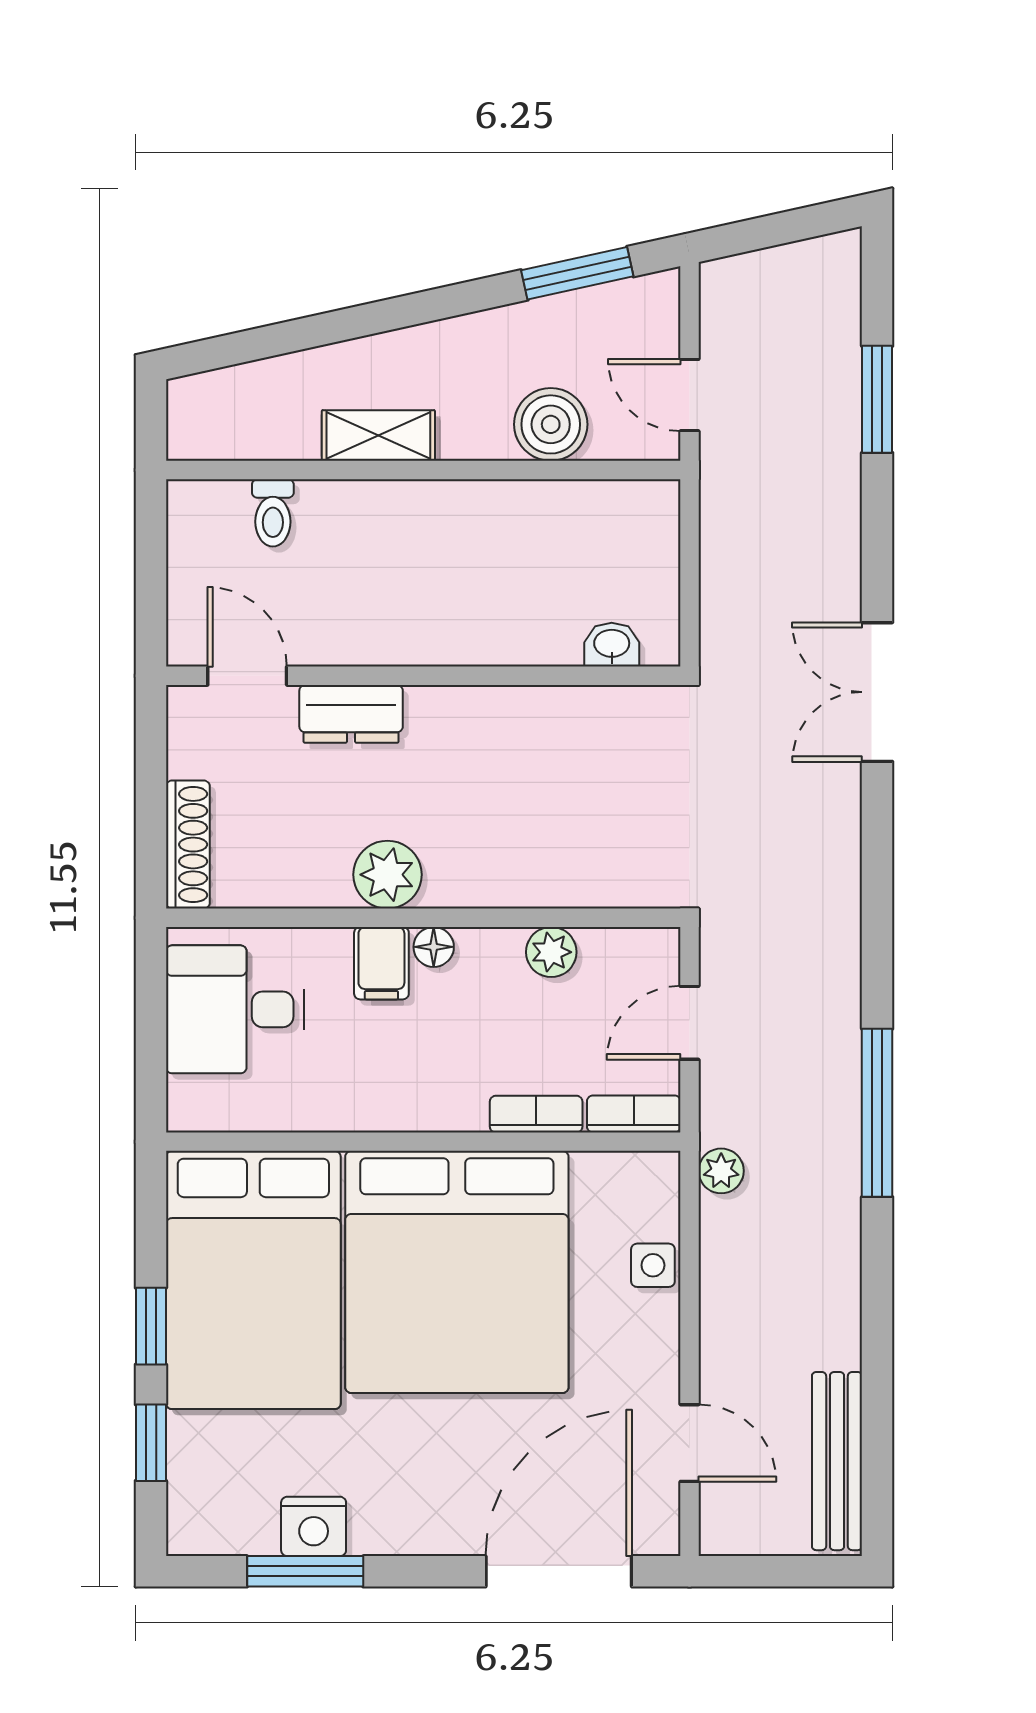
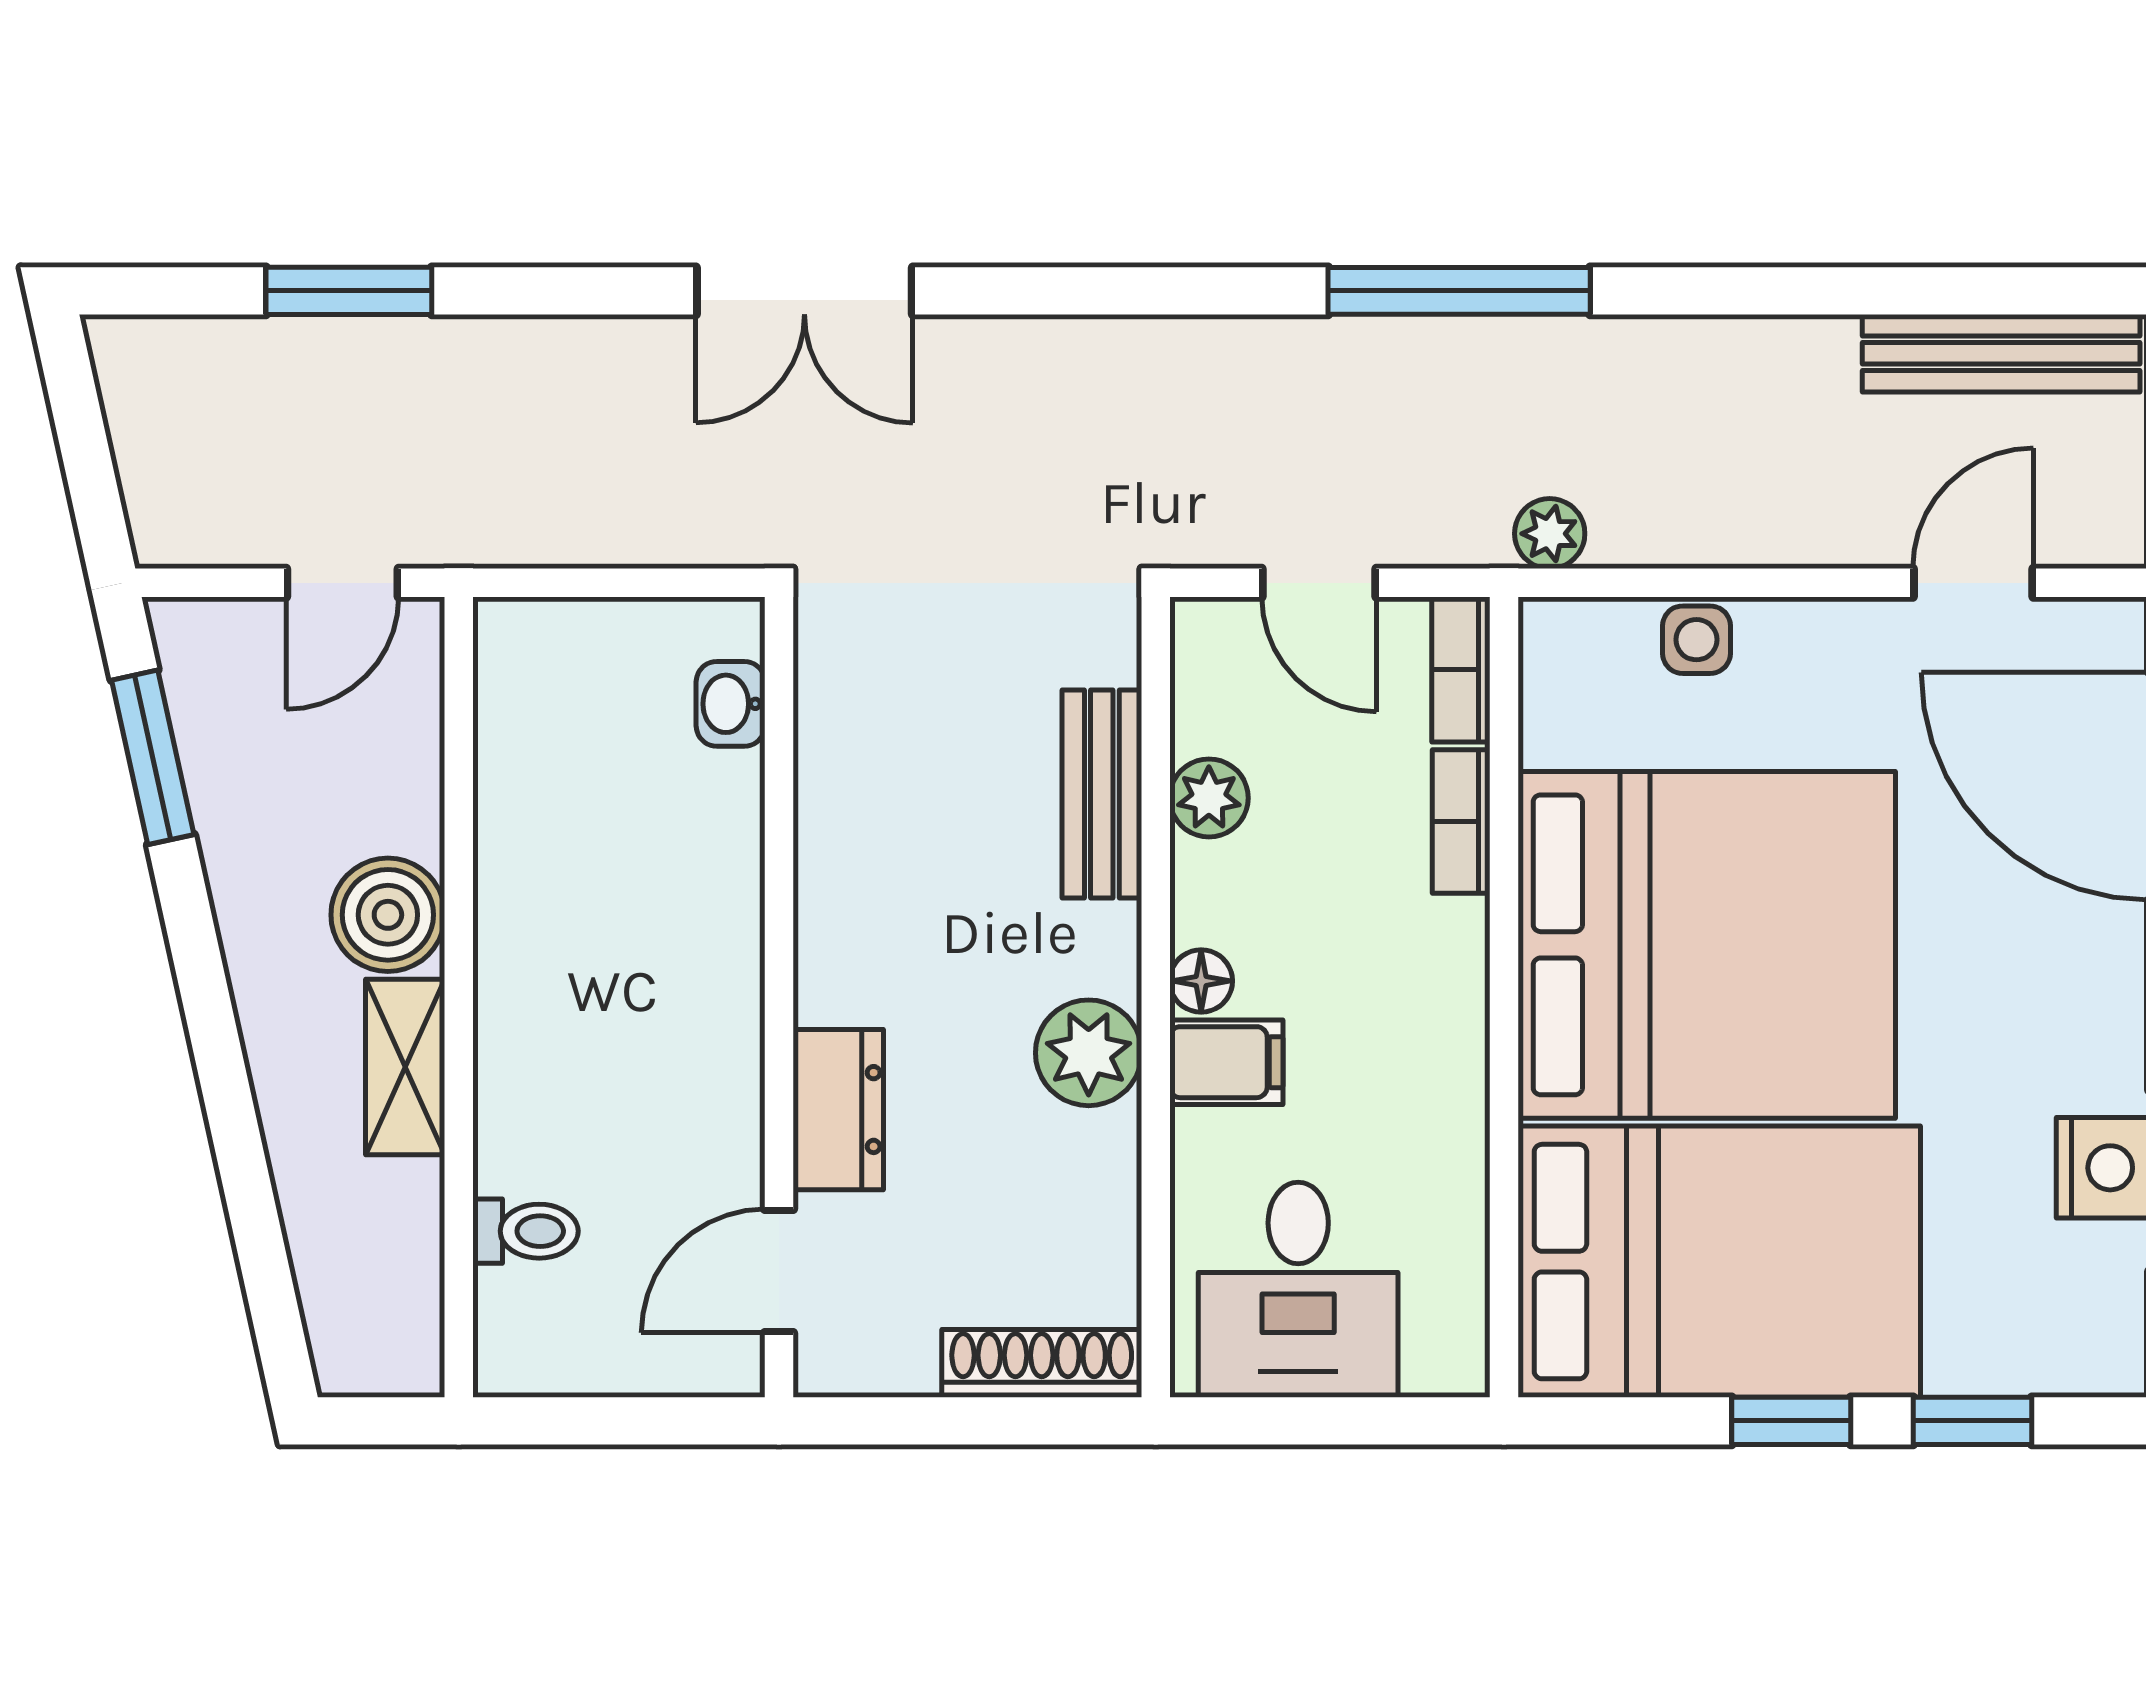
boiler: (551, 424) -> (388, 915), moved
bench: (554, 883) -> (1102, 794), added

